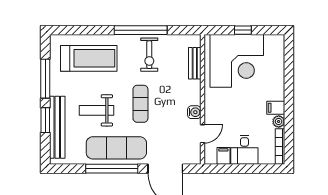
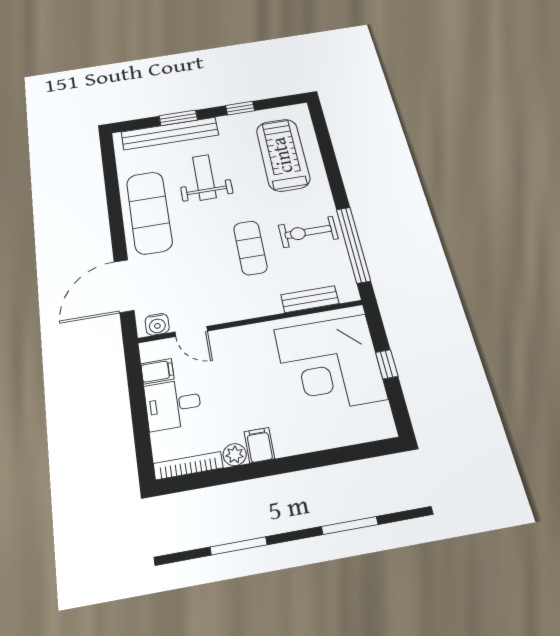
window: (141, 30) -> (353, 245), moved
treadmill: (89, 58) -> (283, 155), turned 180
window: (45, 79) -> (240, 108), width x0.46
exercise mat: (140, 104) -> (250, 248), moved, turned 90
water cooler: (194, 112) -> (157, 324), moved
window: (112, 169) -> (115, 212), removed

